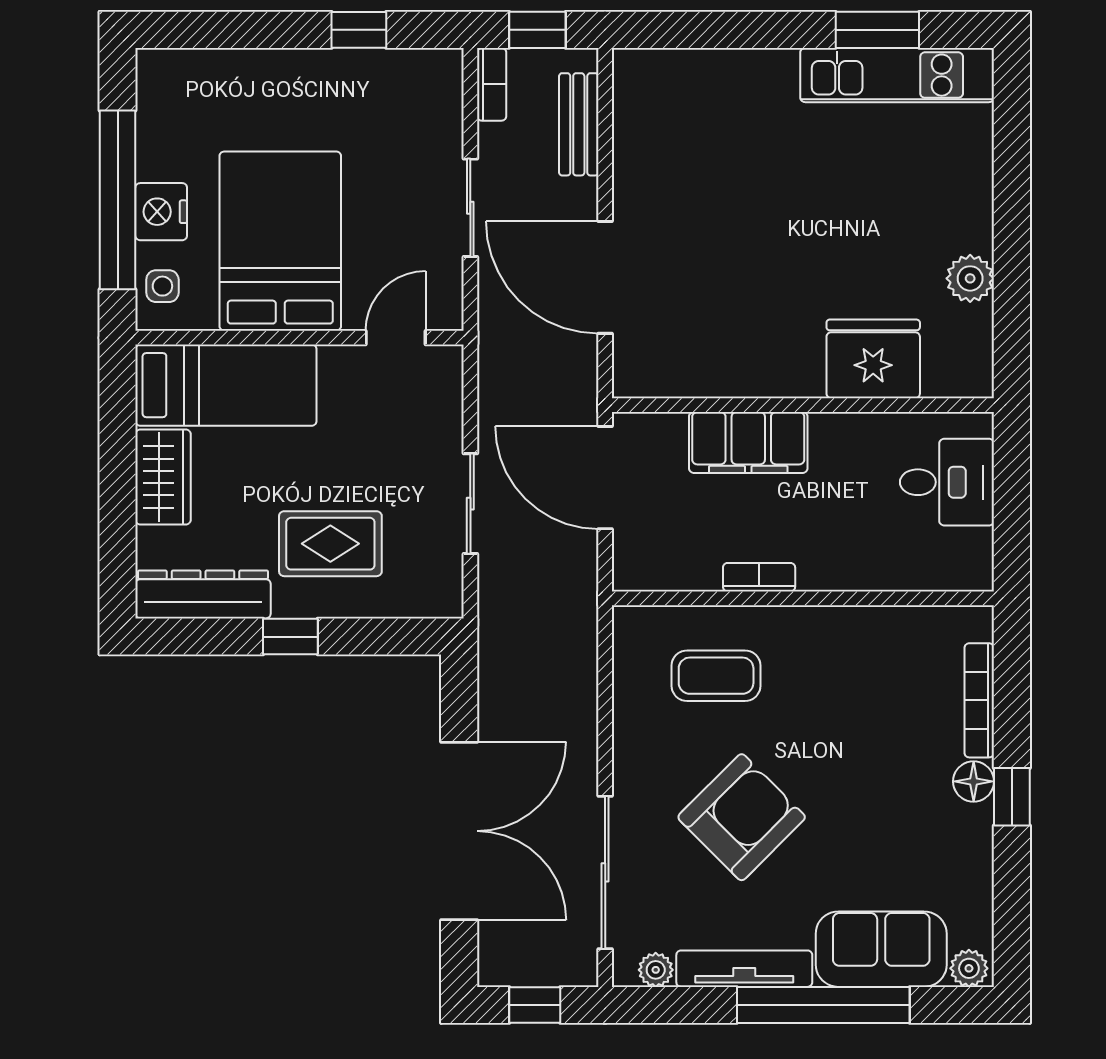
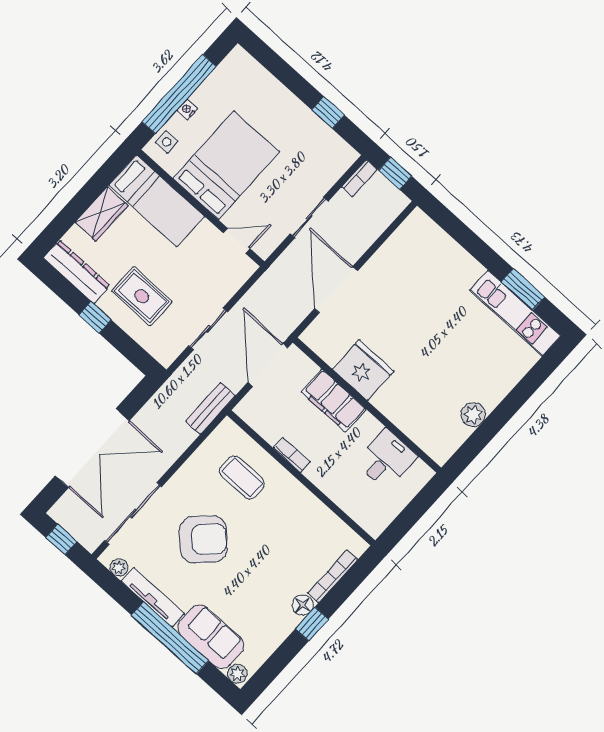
bench: (579, 124) -> (210, 408), moved
nightstand: (161, 212) -> (187, 110), width x0.53, depth x0.56
fridge: (873, 359) -> (363, 370), moved
desk: (947, 482) -> (386, 459), moved, turned -90

